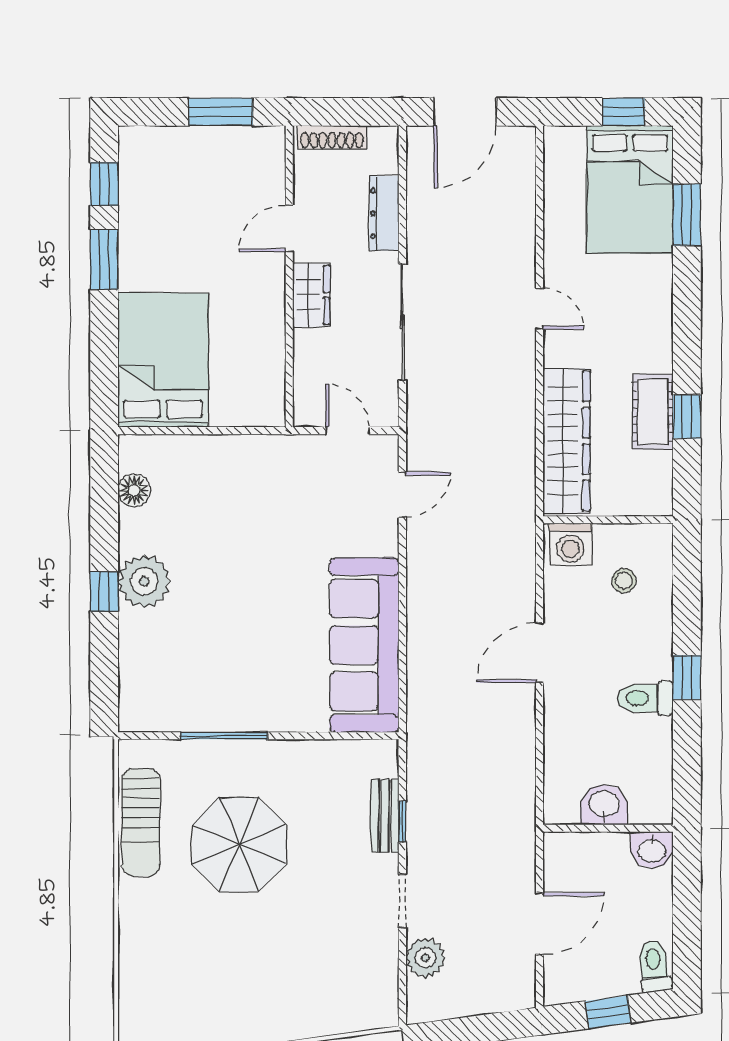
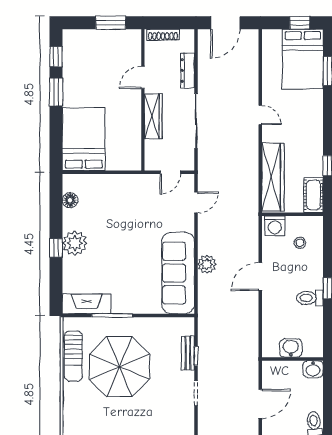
wardrobe: (311, 295) -> (153, 116), width x1.50
cot: (653, 412) -> (313, 195), moved
door: (348, 431) -> (170, 172), swing flipped
fireplace: (169, 711) -> (87, 304), added
parasol: (239, 845) -> (119, 367), width x1.36, depth x1.36
plant: (426, 958) -> (207, 264), moved

